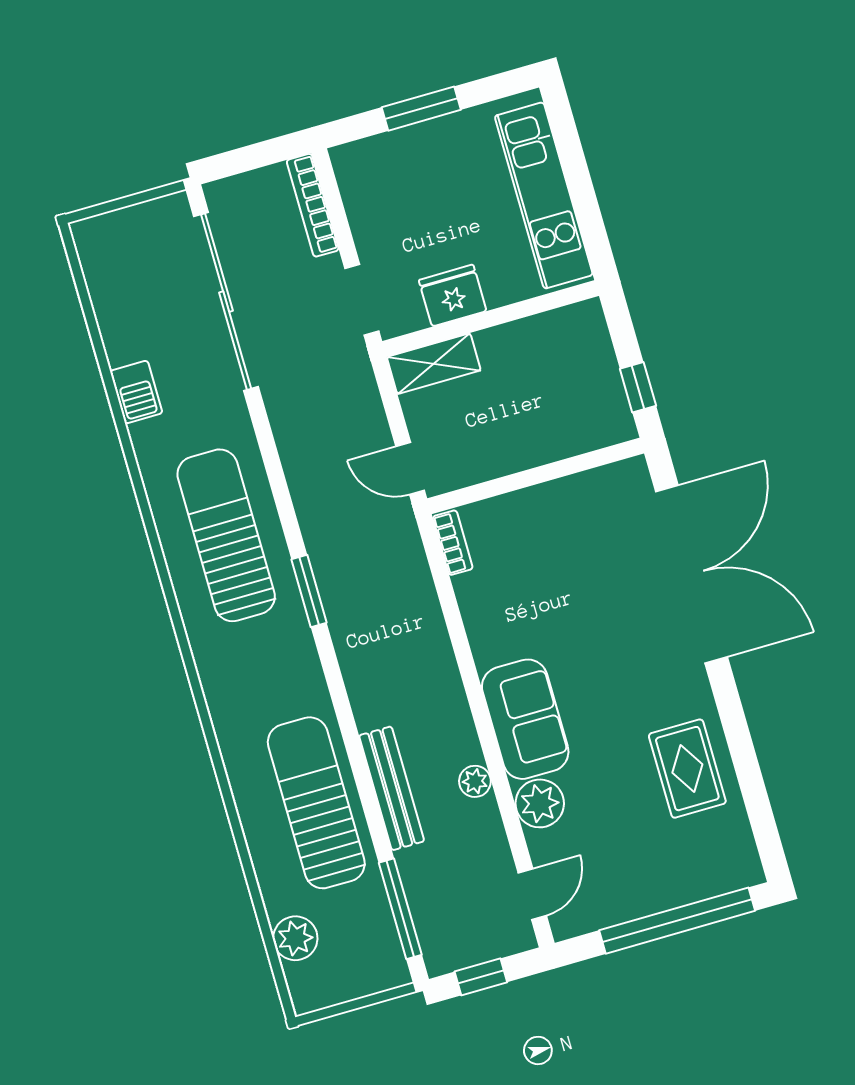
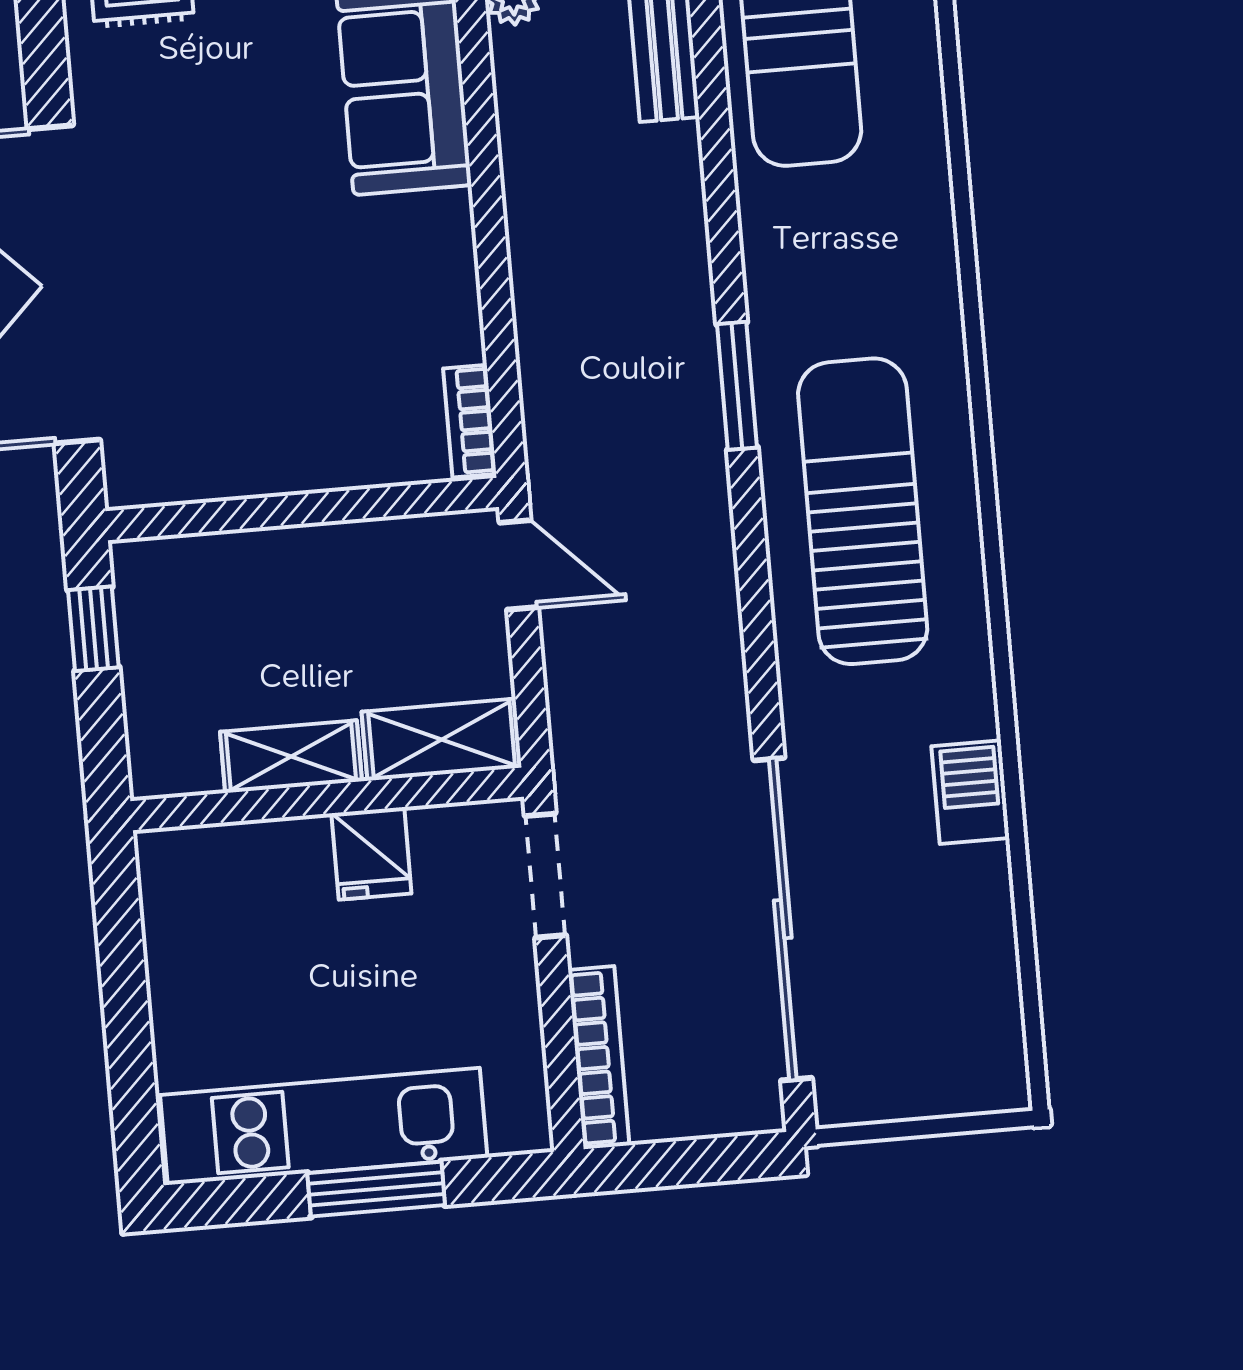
kitchen unit: (544, 195) -> (324, 1126), moved, turned -90
fridge: (453, 295) -> (371, 853), width x0.72
shelving: (515, 338) -> (291, 757), added
sun lounger: (226, 535) -> (863, 511), turned 180

